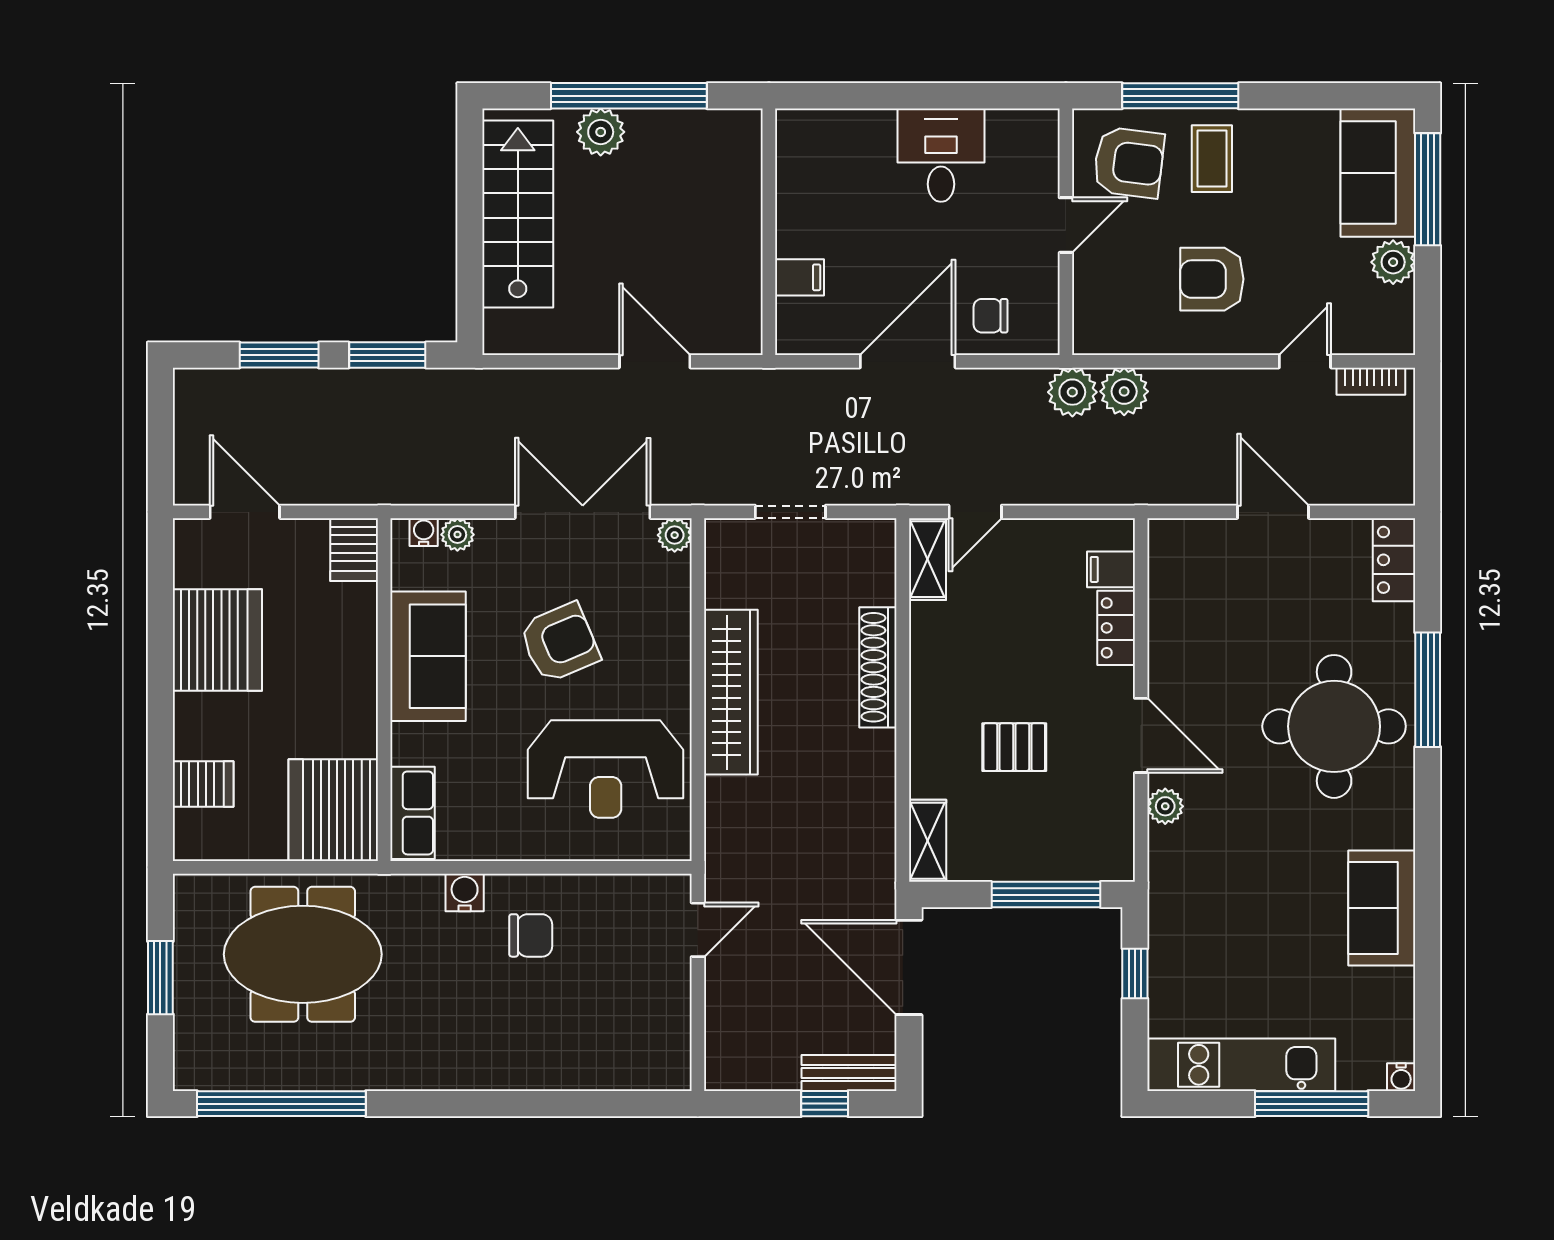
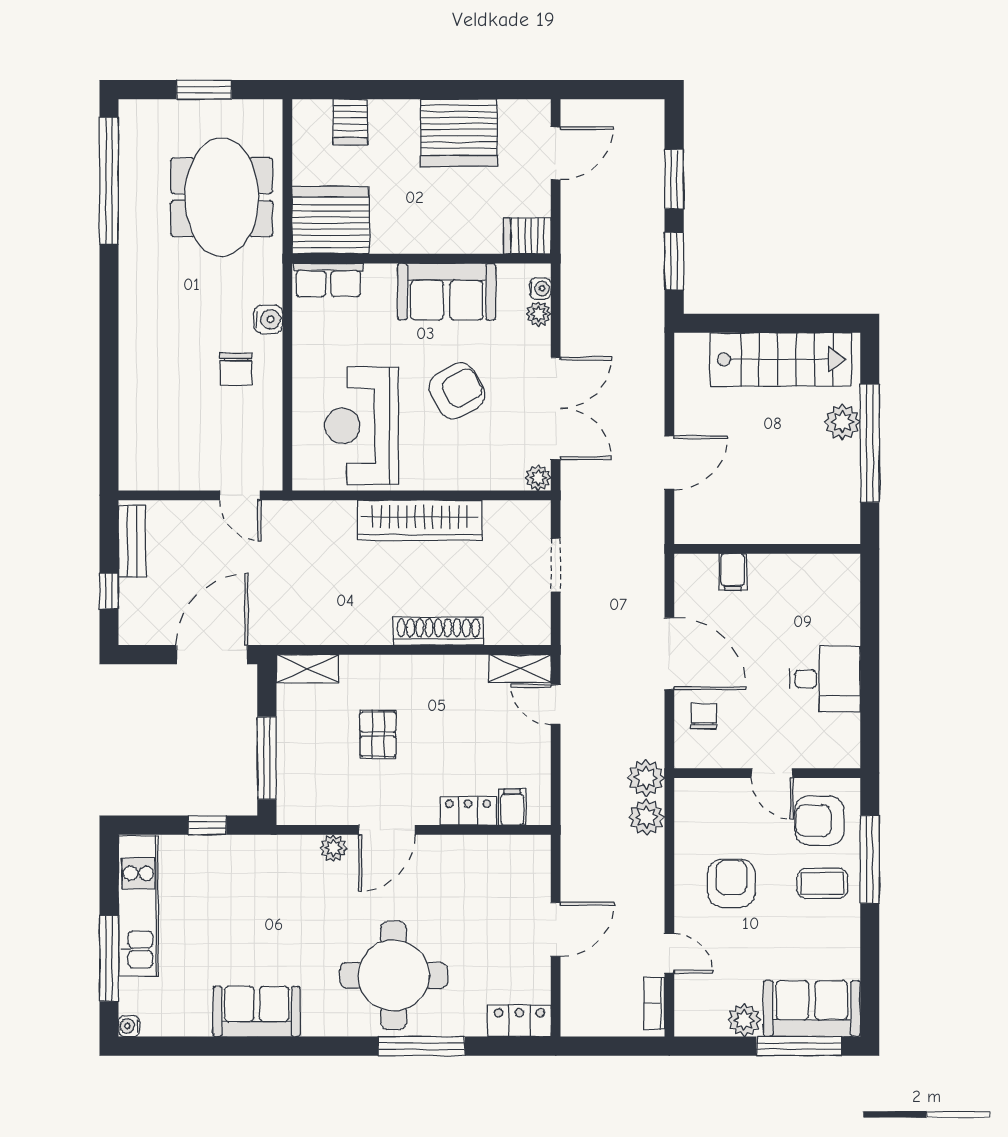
armchair: (1129, 163) -> (819, 821), turned 83
armchair: (560, 643) -> (457, 391), turned -96
bench: (849, 1073) -> (132, 541), moved

